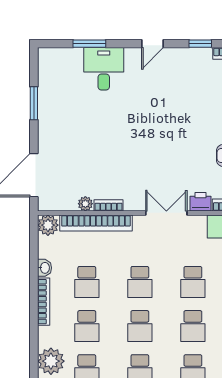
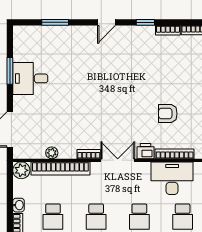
desk: (104, 69) -> (30, 78), moved, turned -90
bookcase: (109, 205) -> (89, 154), moved

